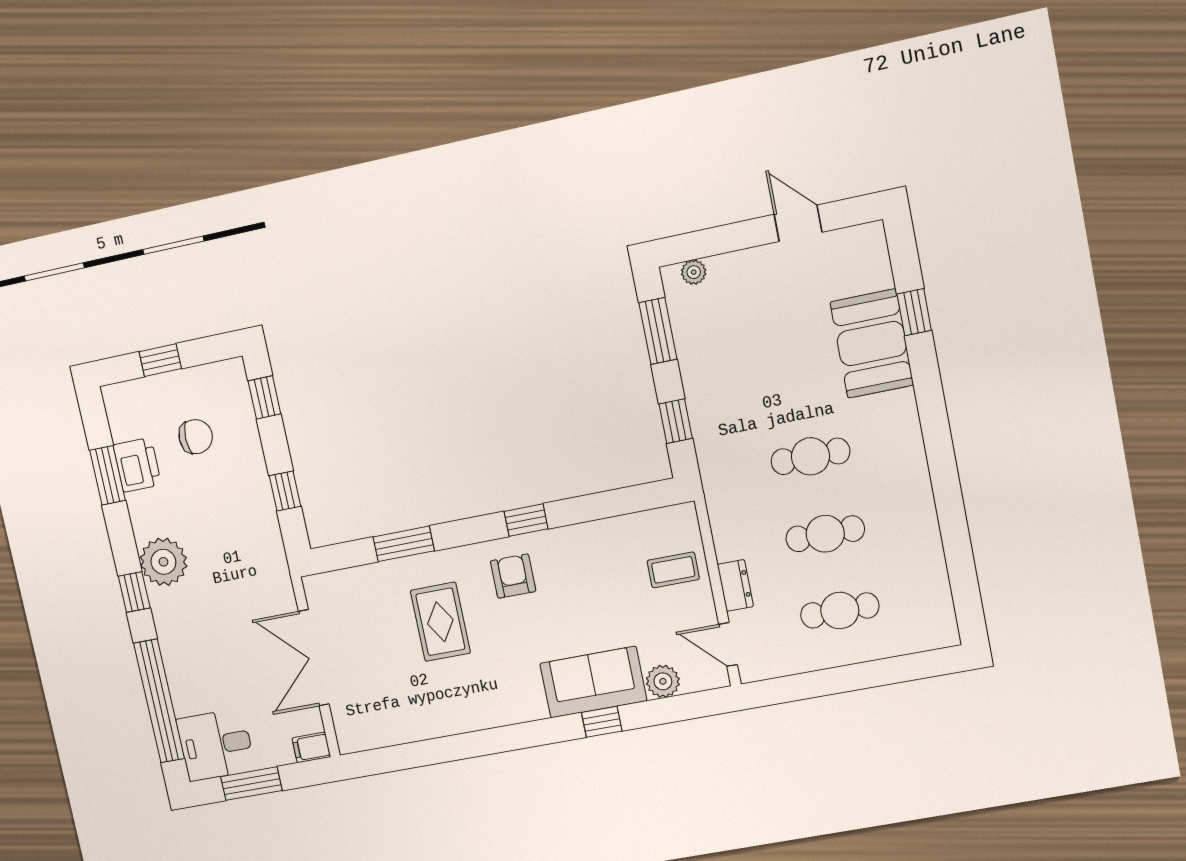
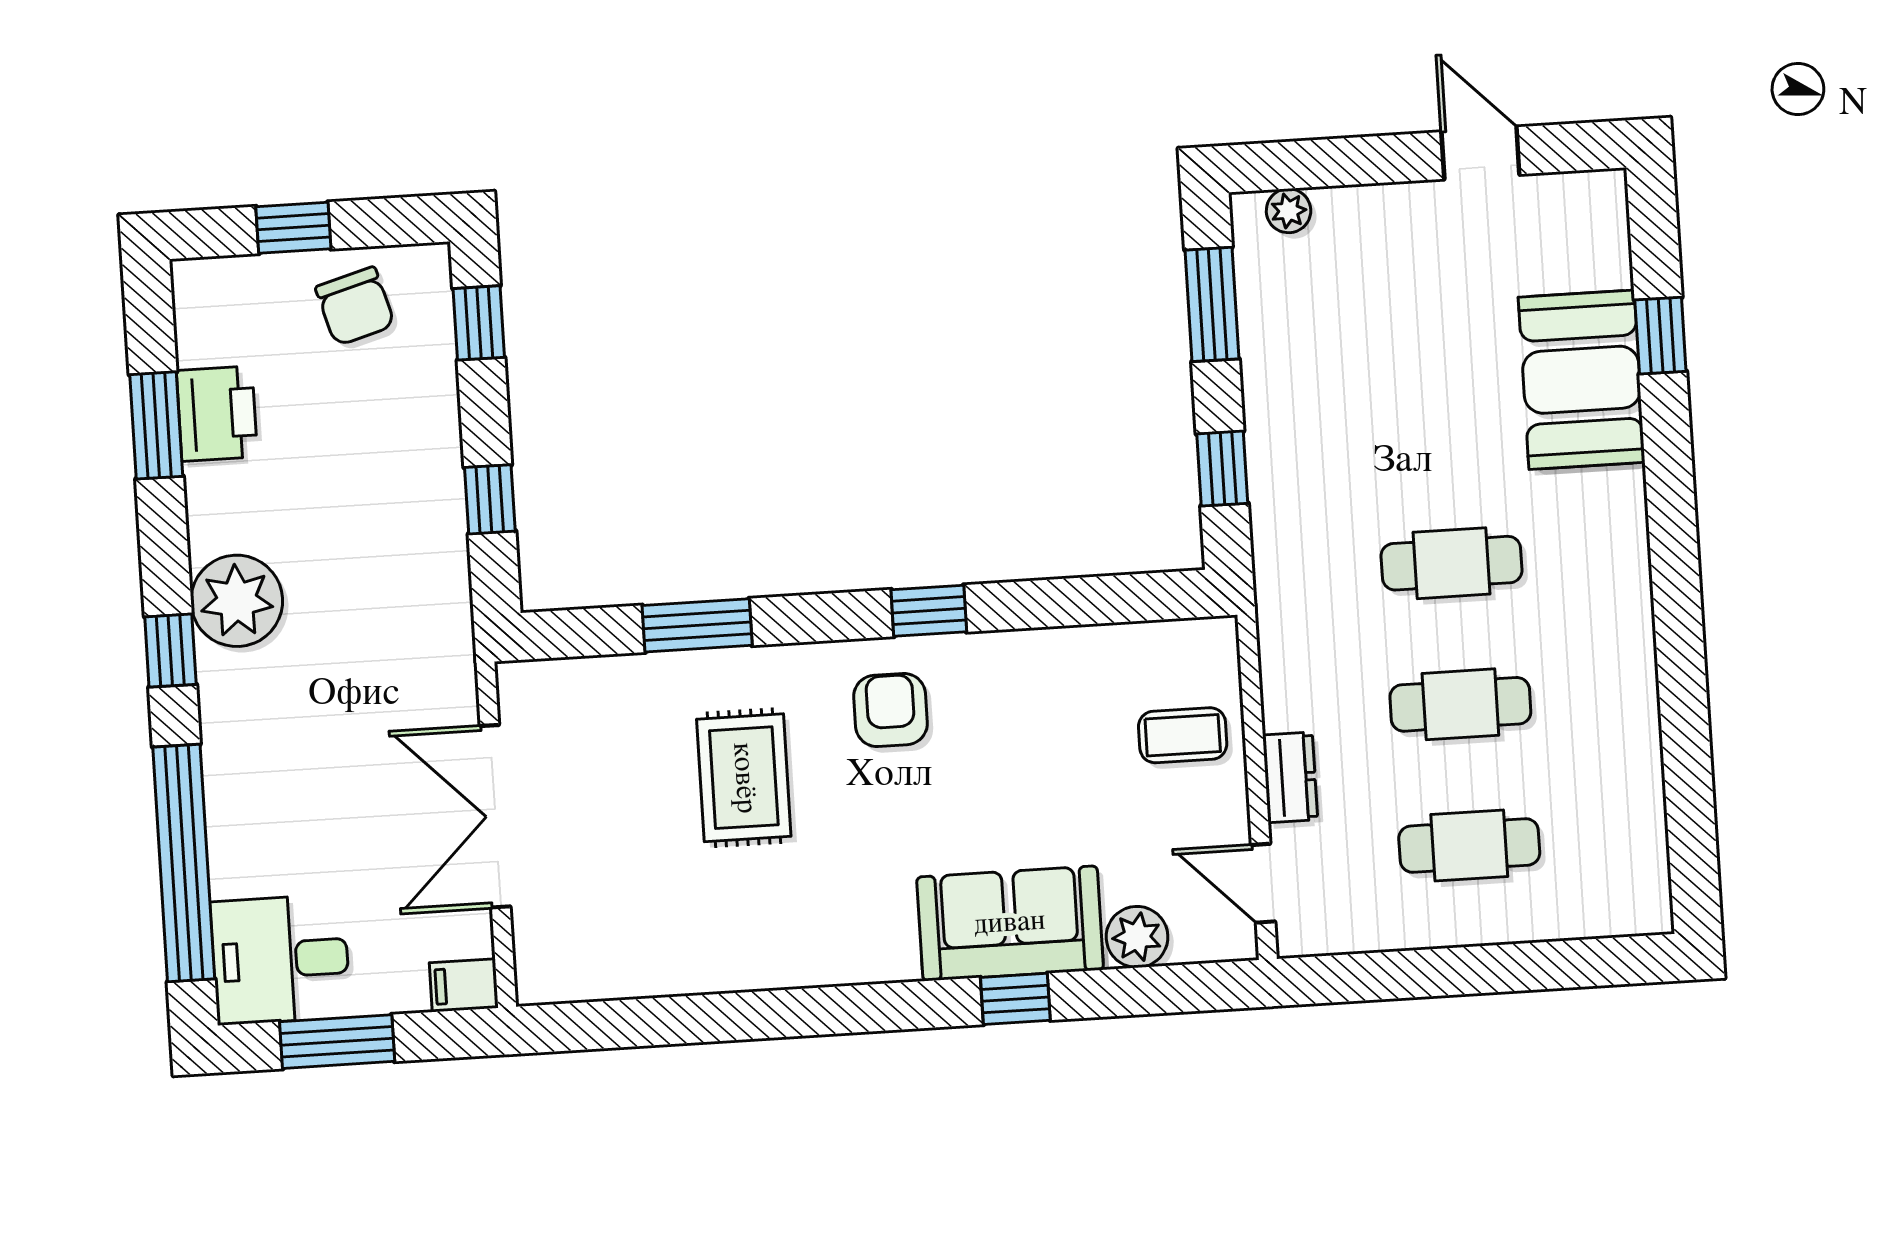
chair: (196, 437) -> (355, 306), moved, turned 74

